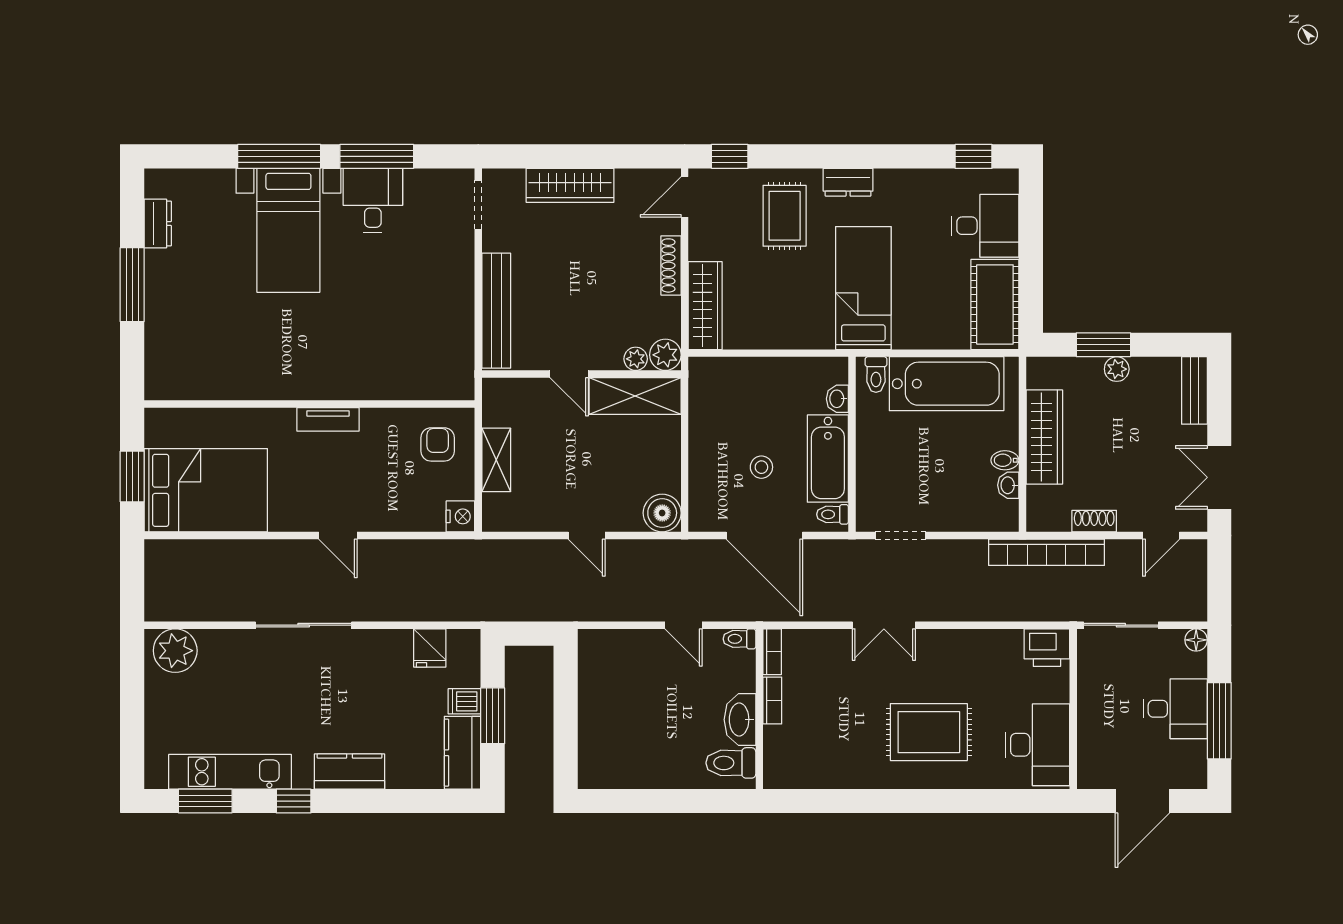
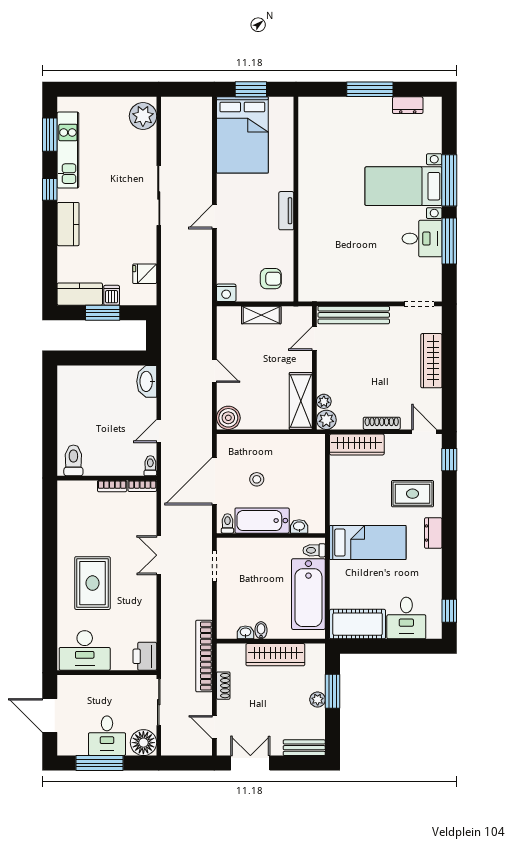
door: (569, 374) -> (314, 339), moved
door: (587, 536) -> (214, 371), swing flipped
floor lamp: (1196, 640) -> (143, 743), width x1.89, depth x1.89
washbasin: (740, 720) -> (147, 381), moved, turned -90

